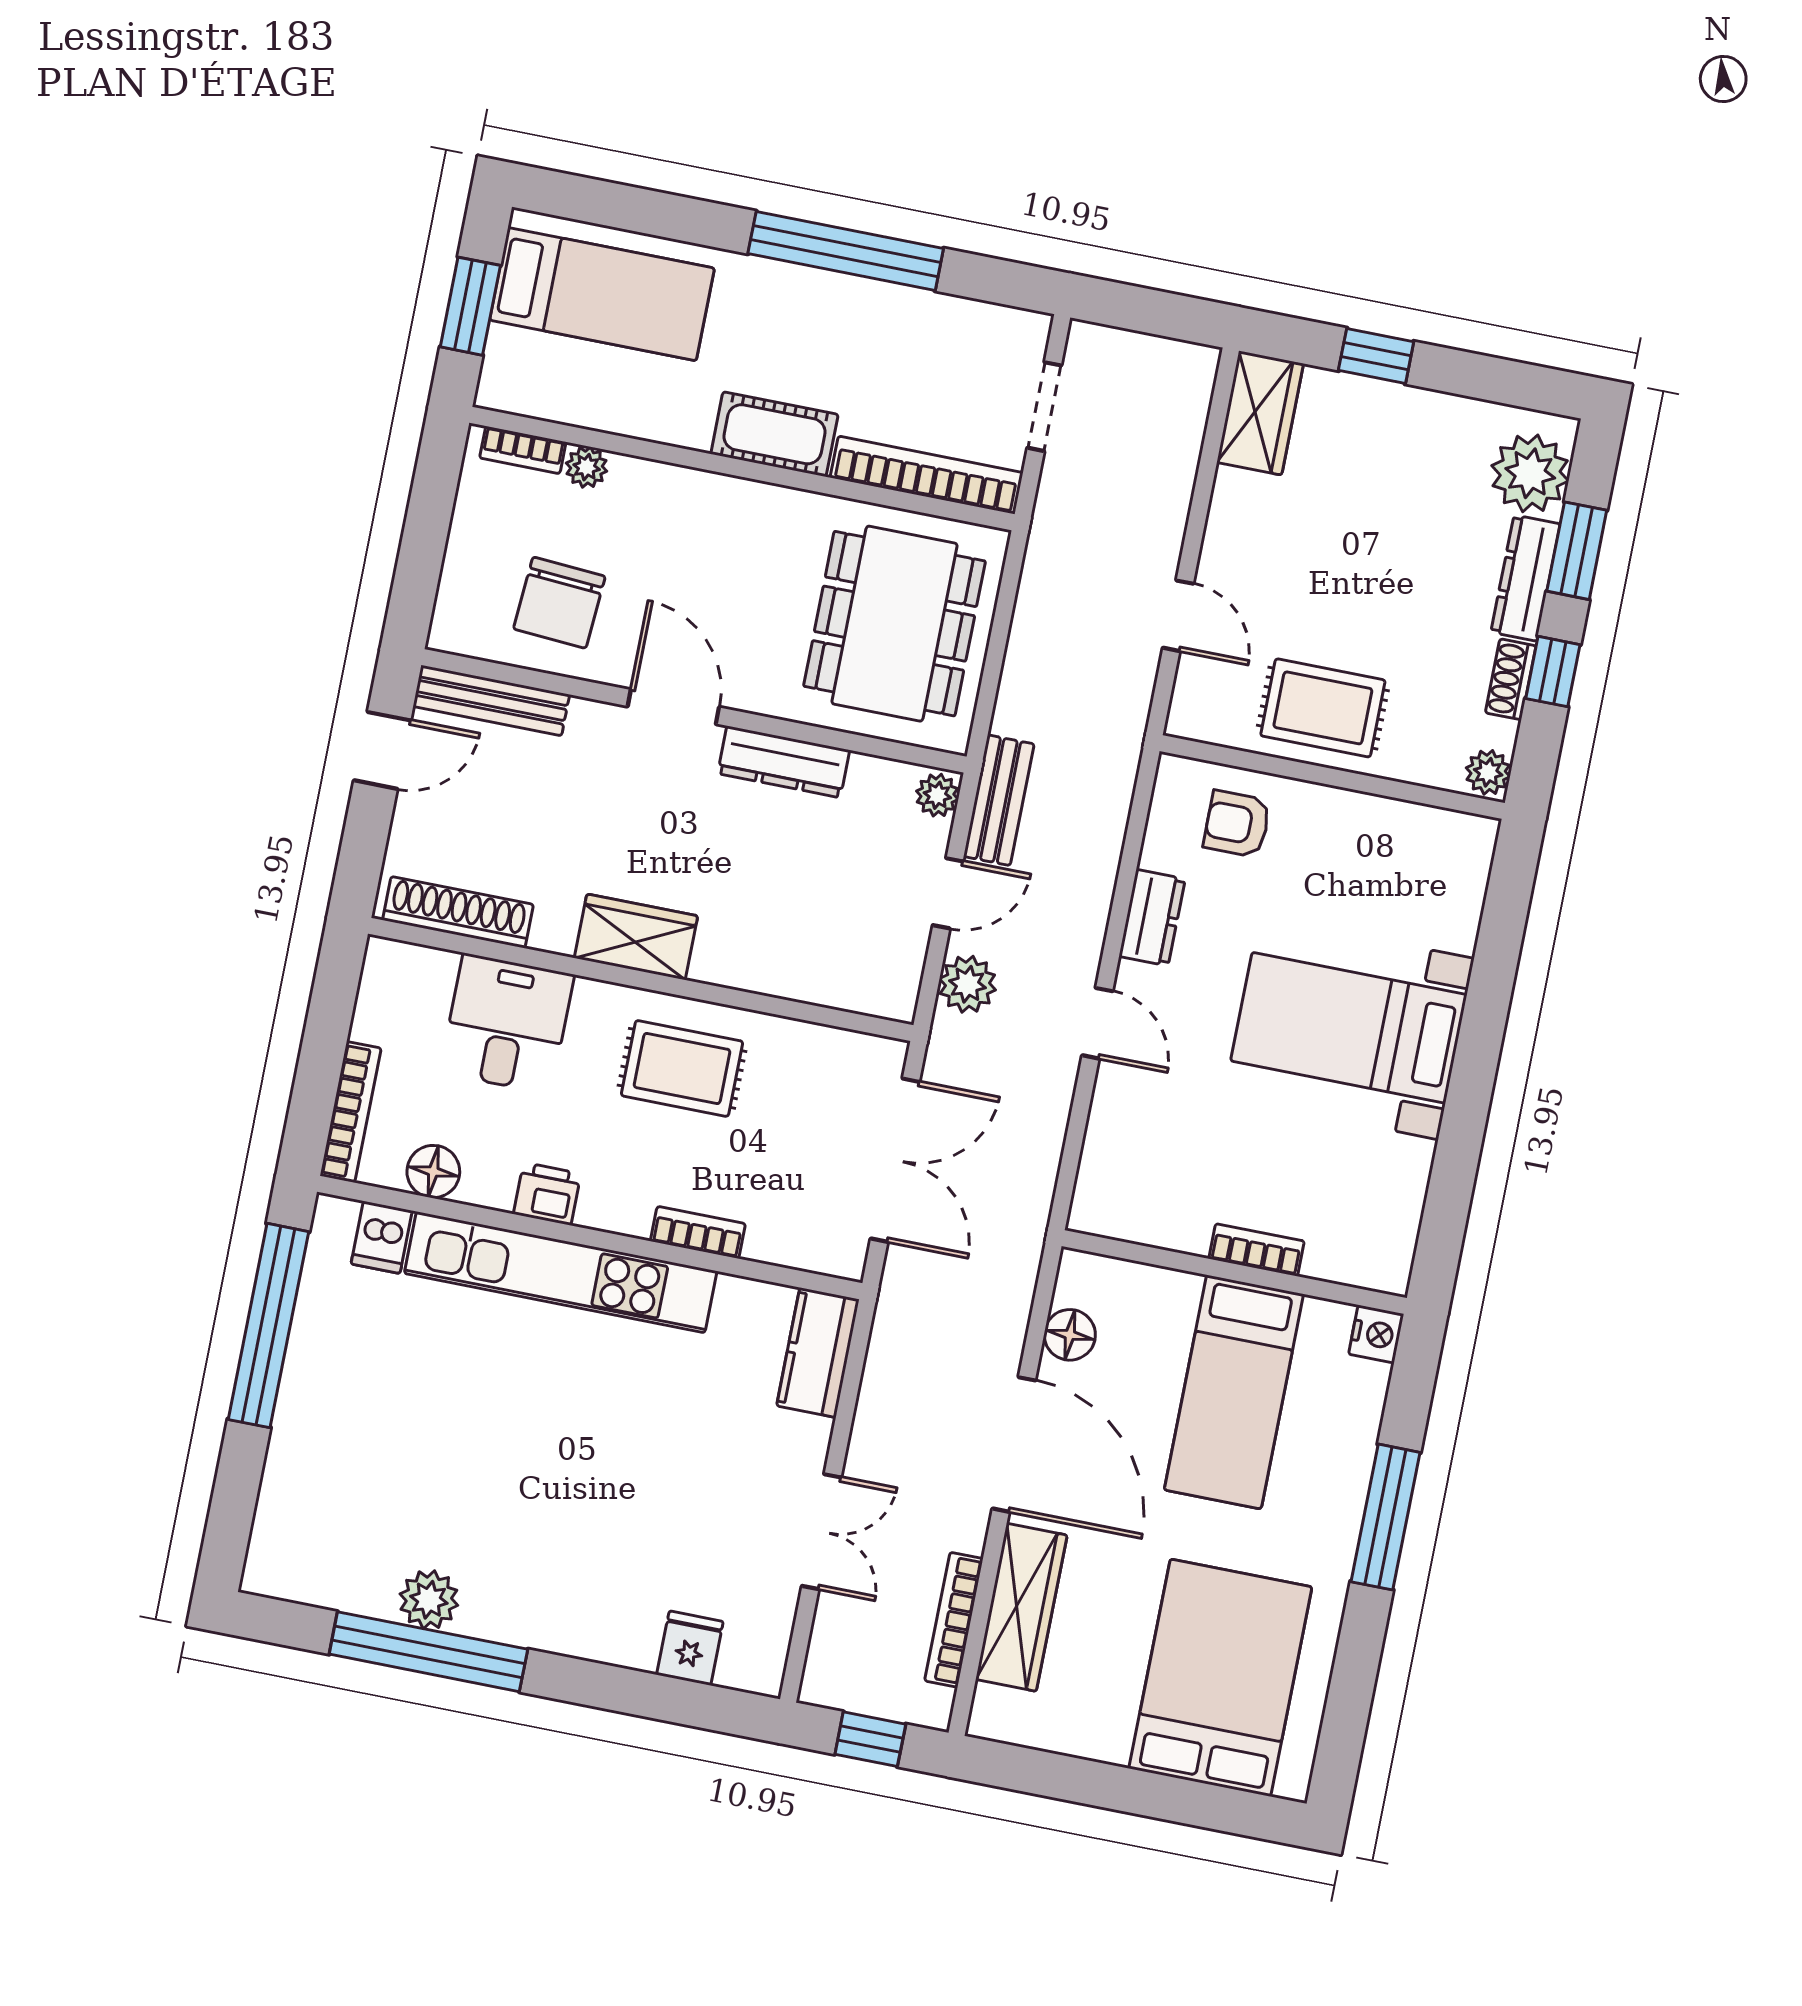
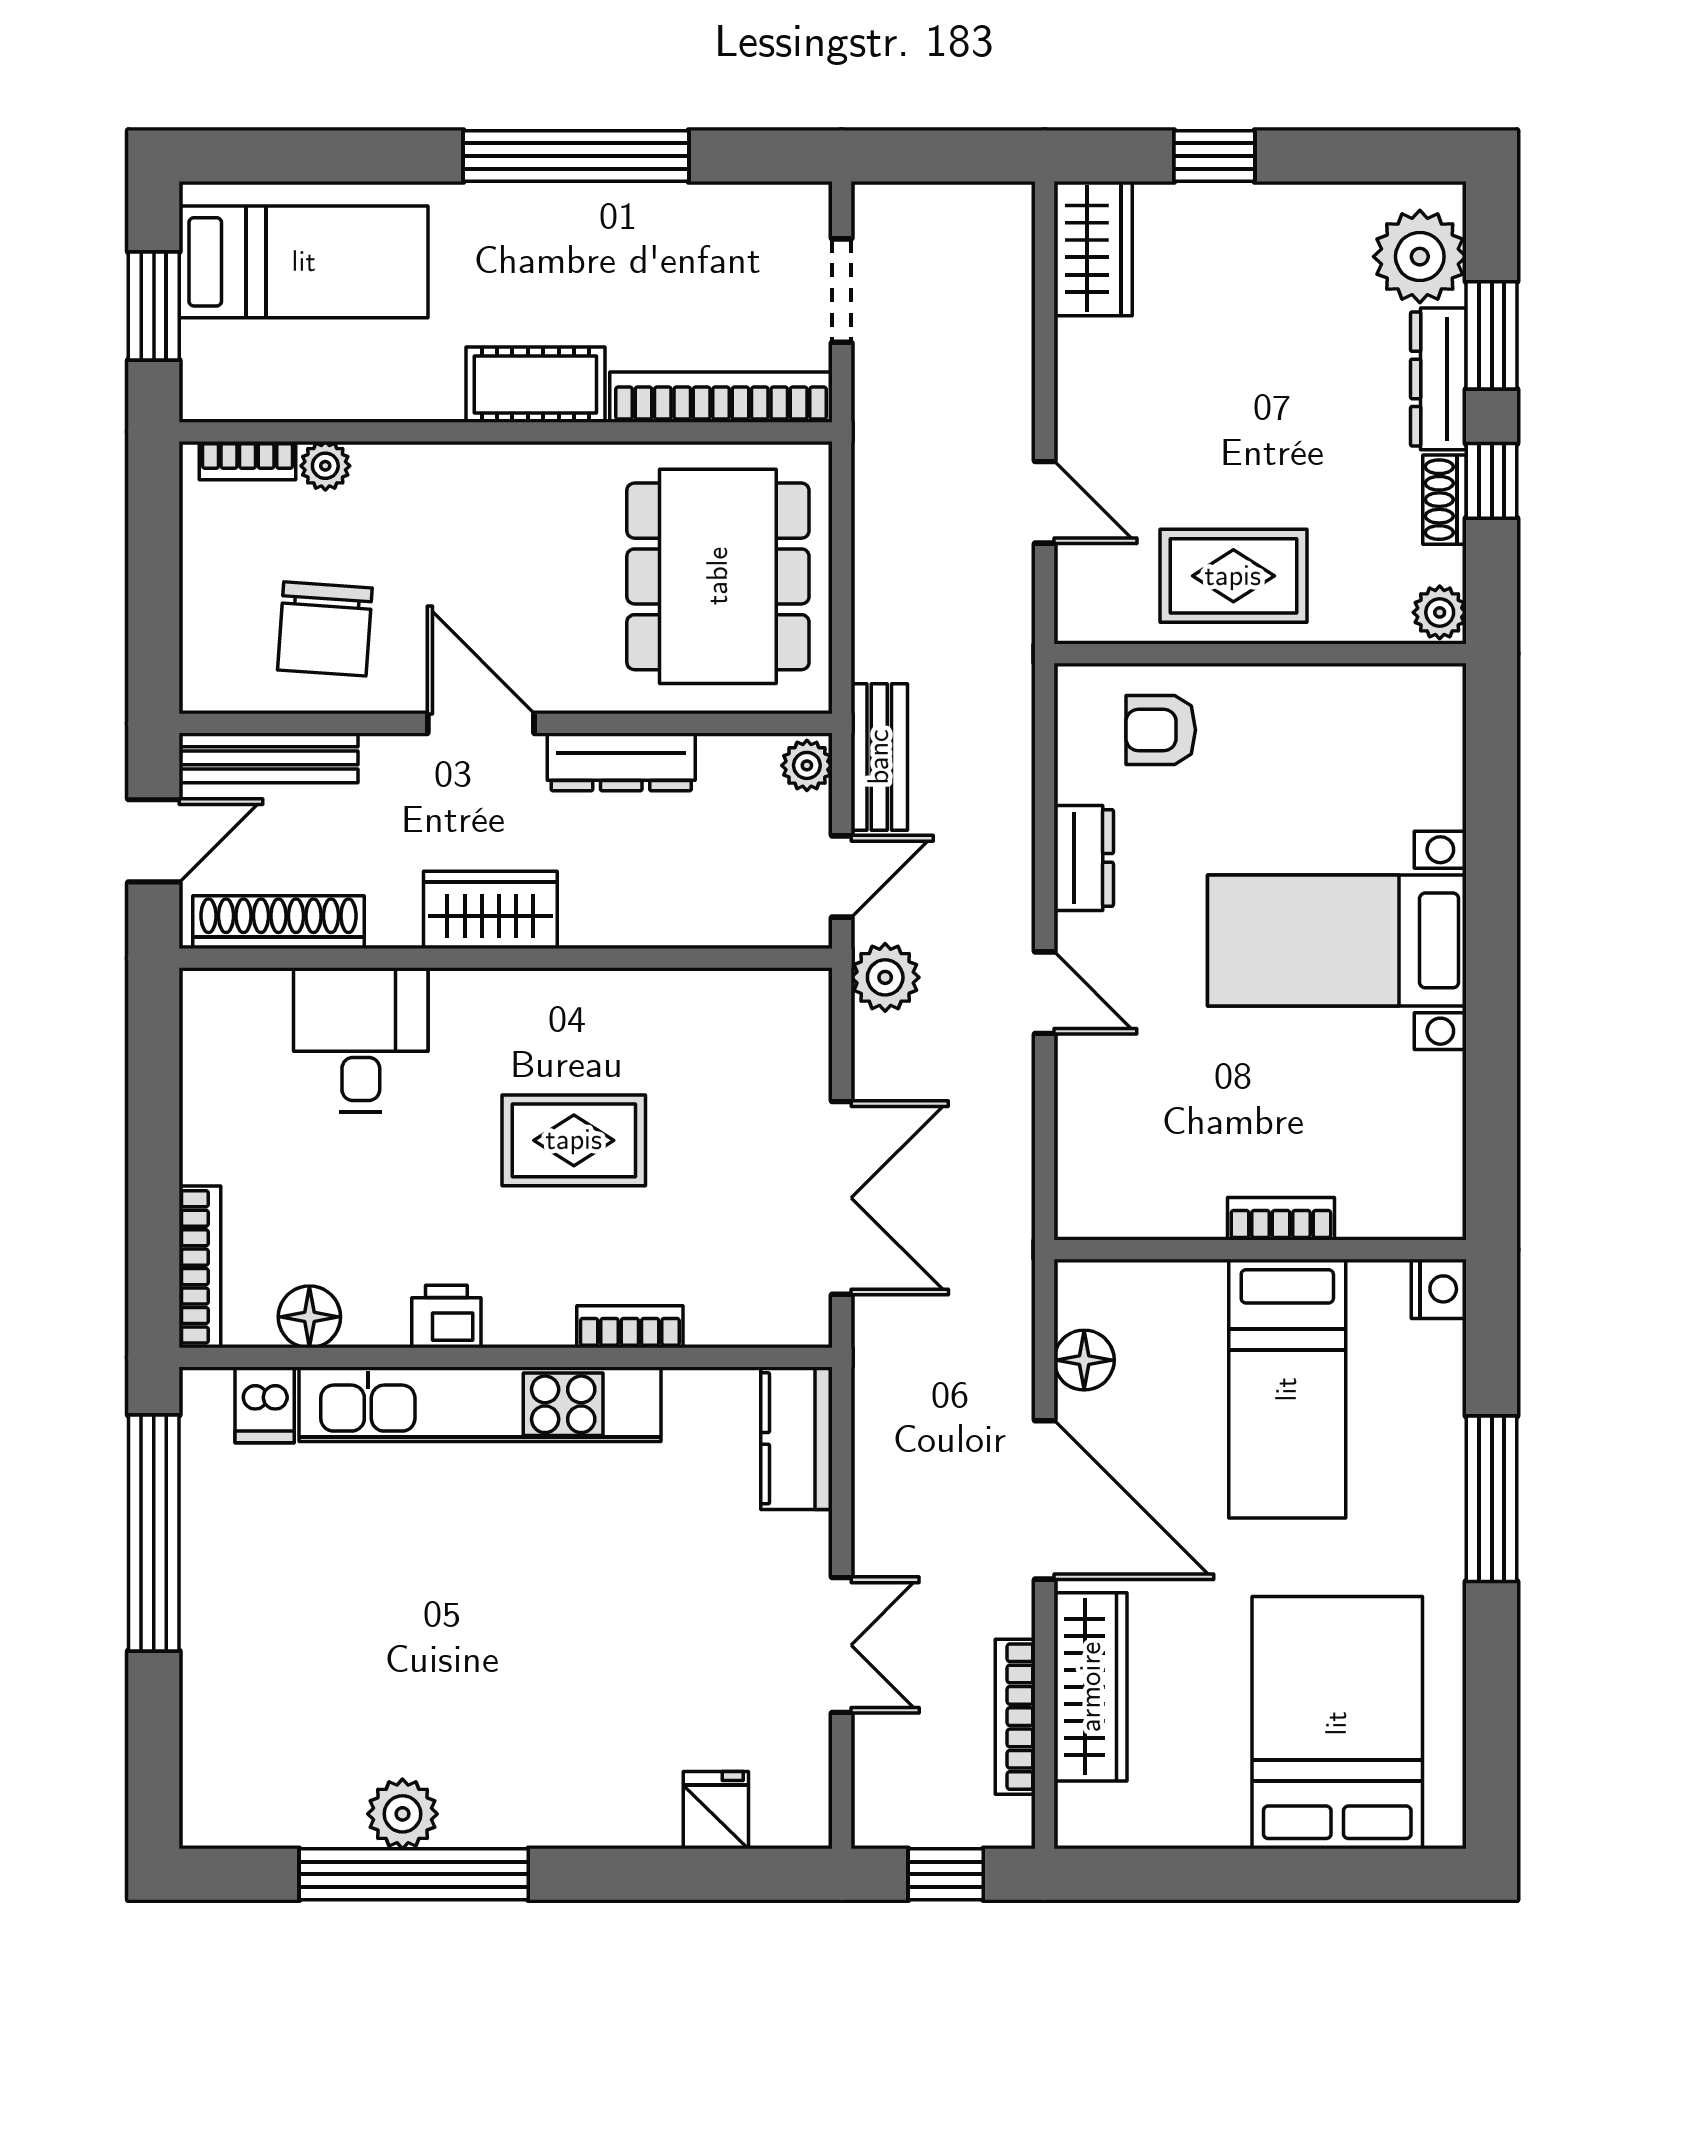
shoe rack: (458, 912) -> (278, 922), moved
wardrobe: (636, 937) -> (490, 910), moved
wall: (641, 979) -> (506, 958), moved
desk: (507, 1024) -> (361, 1040), moved

